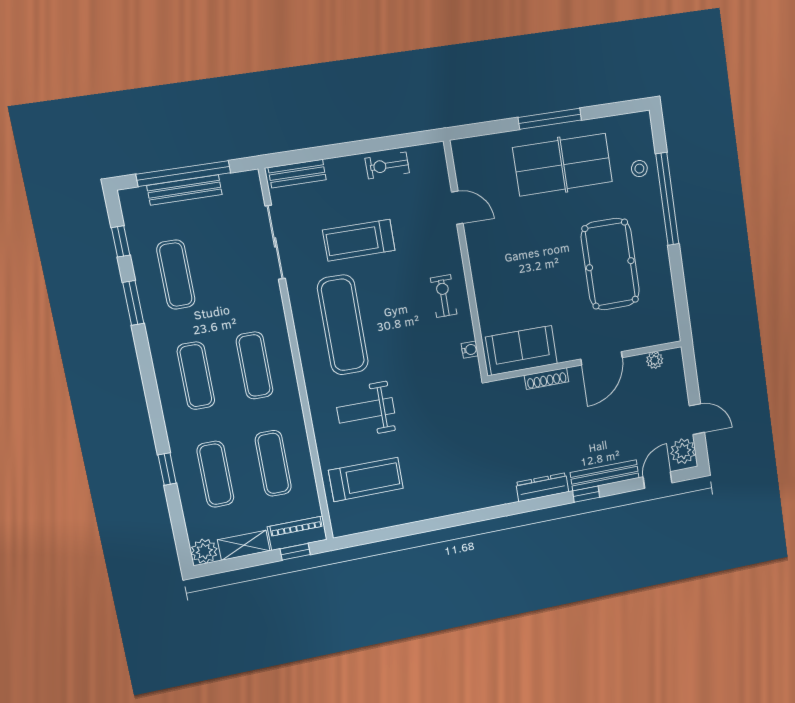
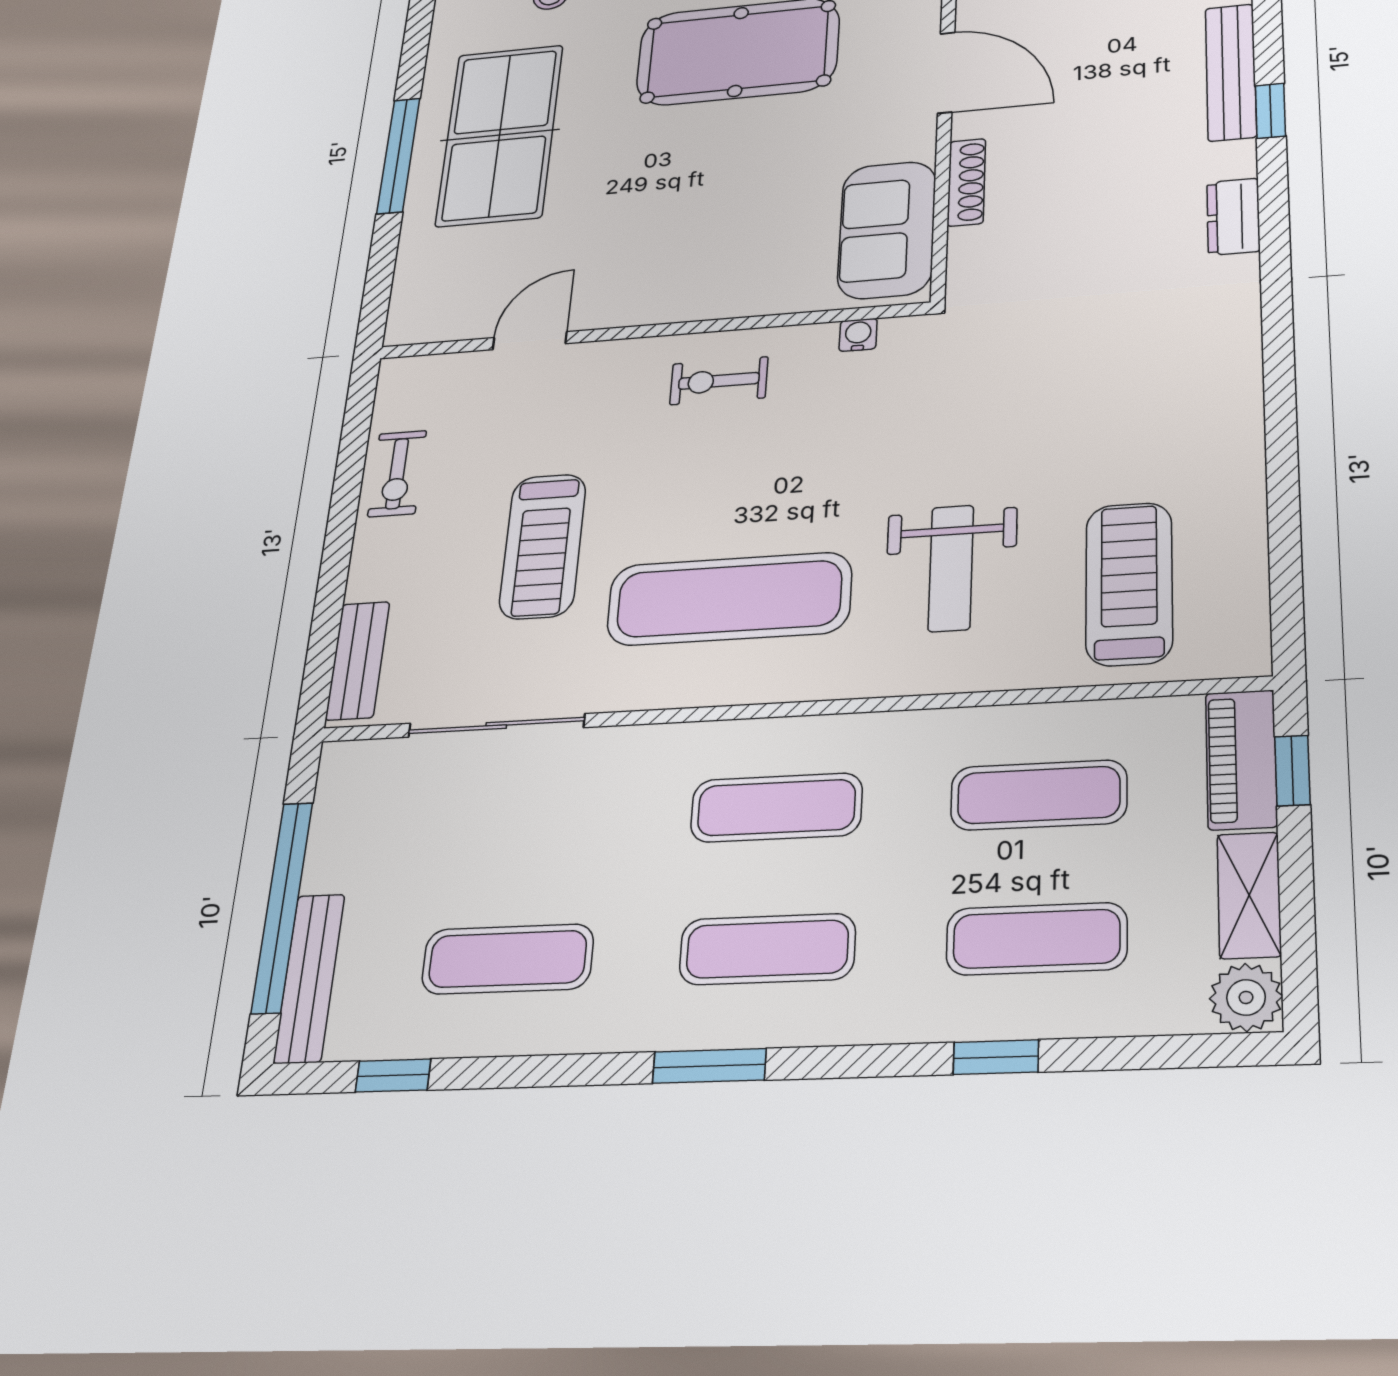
bench: (185, 190) -> (309, 978), moved
window: (133, 303) -> (709, 1066), moved
dresser: (542, 487) -> (1233, 217), width x0.70

